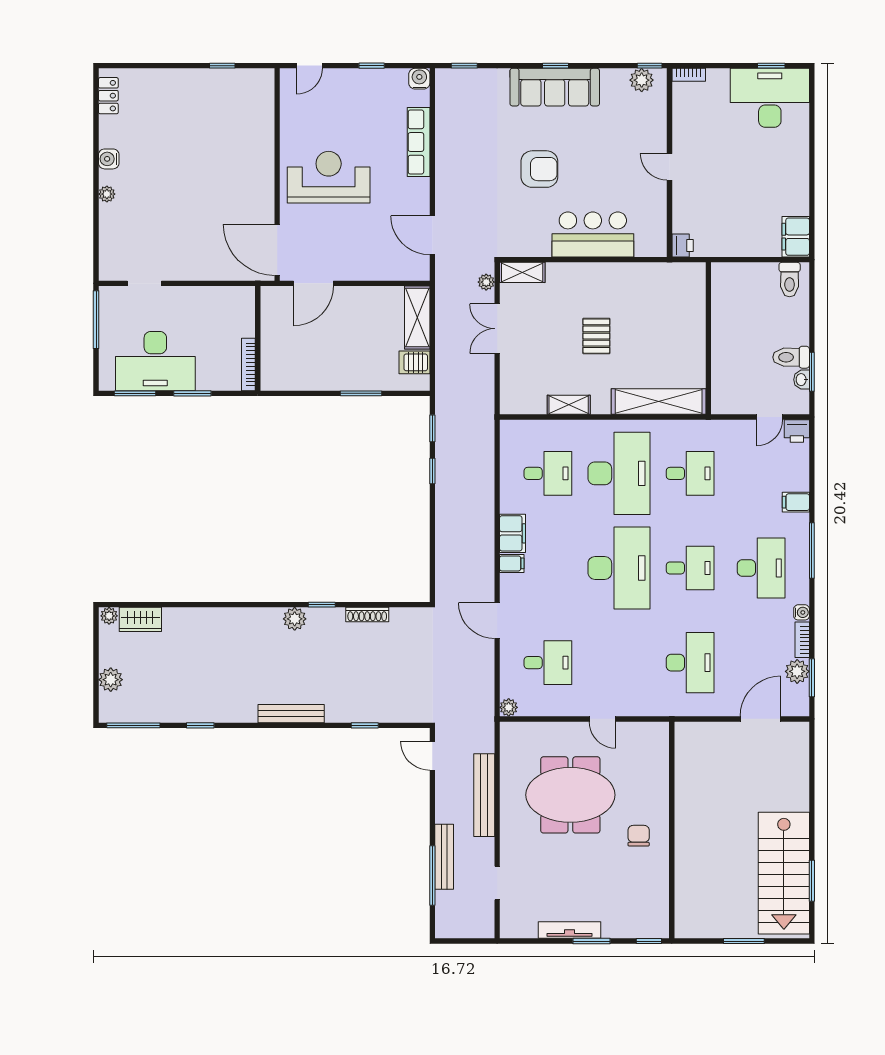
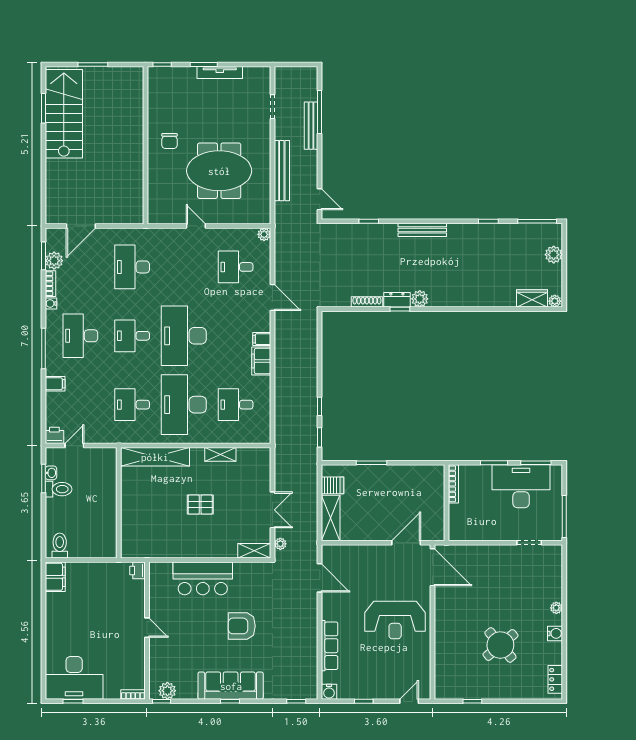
round table: (184, 143) -> (500, 645), added
pallet: (596, 336) -> (200, 505), turned 90
dresser: (326, 617) -> (397, 300), added

